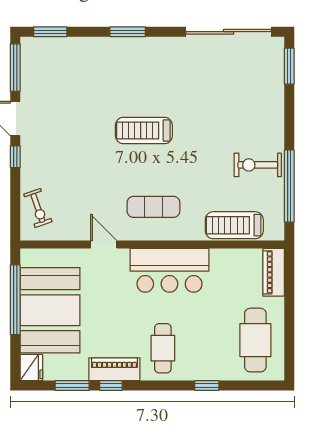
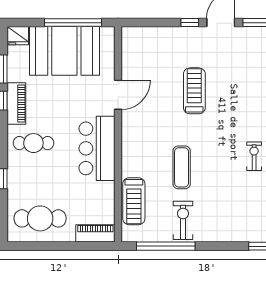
treadmill: (144, 130) -> (194, 91), moved
exercise mat: (153, 207) -> (182, 167), moved
exercise bike: (38, 208) -> (254, 156), moved, turned 109
treadmill: (234, 225) -> (134, 201), turned 180
door: (104, 245) -> (118, 95), width x1.38

